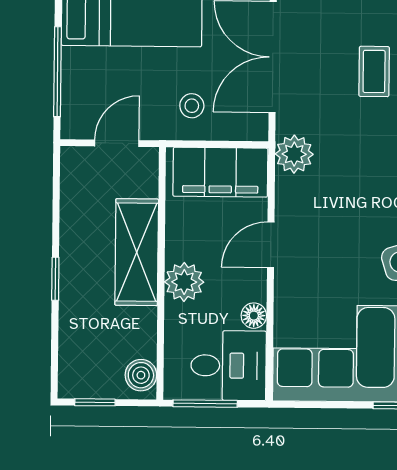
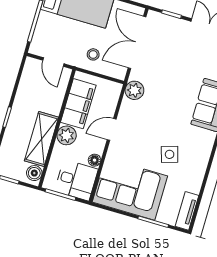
coffee table: (374, 71) -> (182, 62), removed
door: (117, 143) -> (53, 62), swing flipped
filing cabinet: (220, 172) -> (78, 104), moved, turned -90
shelving: (137, 252) -> (41, 139), moved

